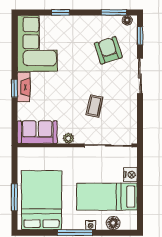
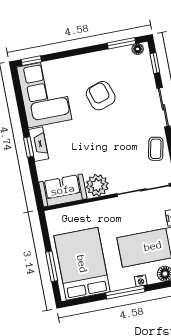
window: (61, 12) -> (31, 61), moved
armchair: (108, 50) -> (101, 96), moved
coffee table: (95, 106) -> (156, 149), moved
plant: (68, 138) -> (97, 185), width x1.88, depth x1.88

